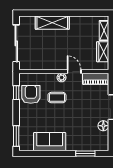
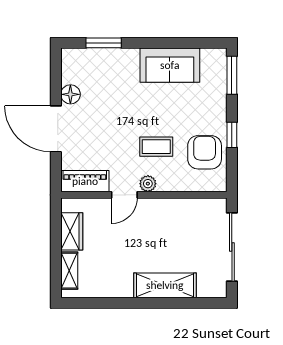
door: (74, 71) -> (124, 195), hinge flipped
window: (16, 93) -> (232, 135), moved
armchair: (31, 94) -> (205, 152), turned 180

